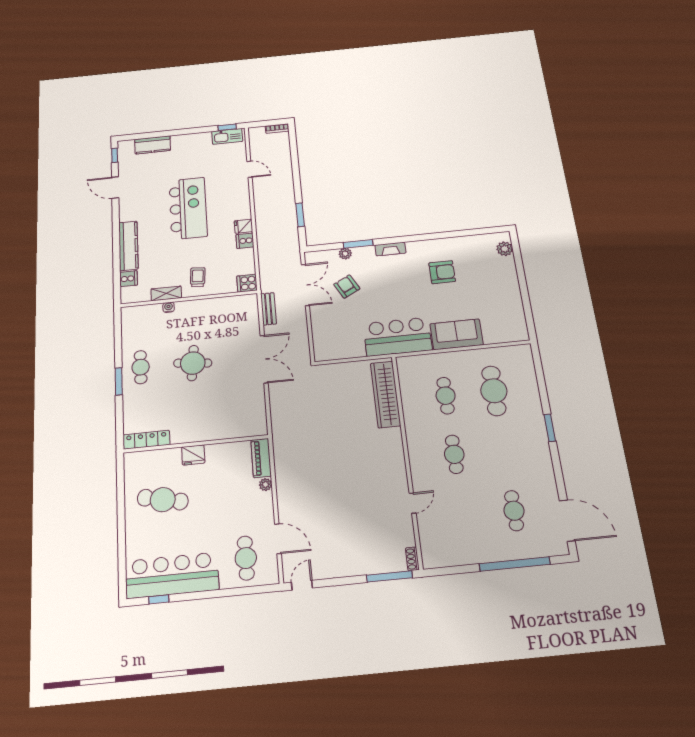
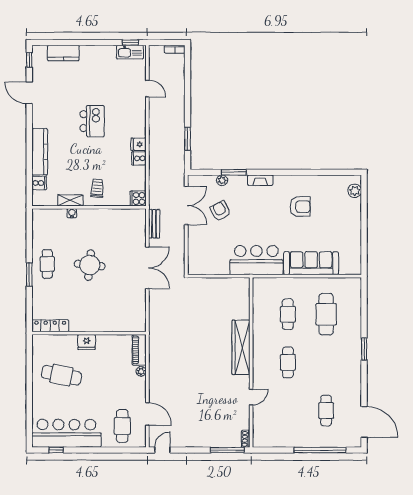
kitchen island: (188, 208) -> (92, 121), width x0.54, depth x0.78
sofa: (457, 334) -> (311, 263), width x1.36
wardrobe: (385, 394) -> (241, 347), moved

